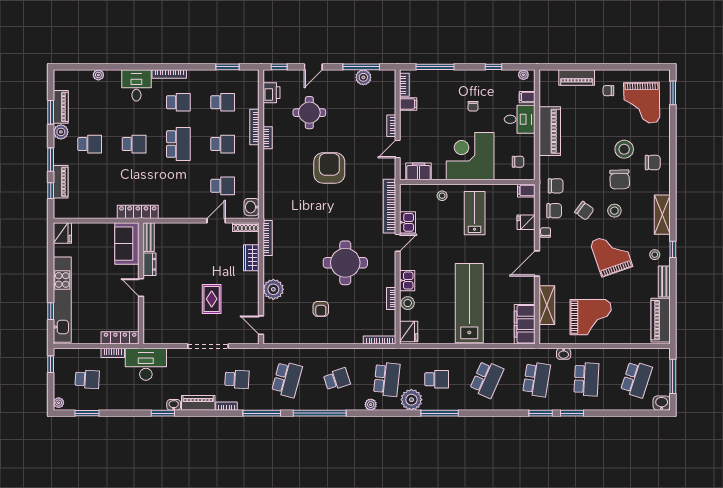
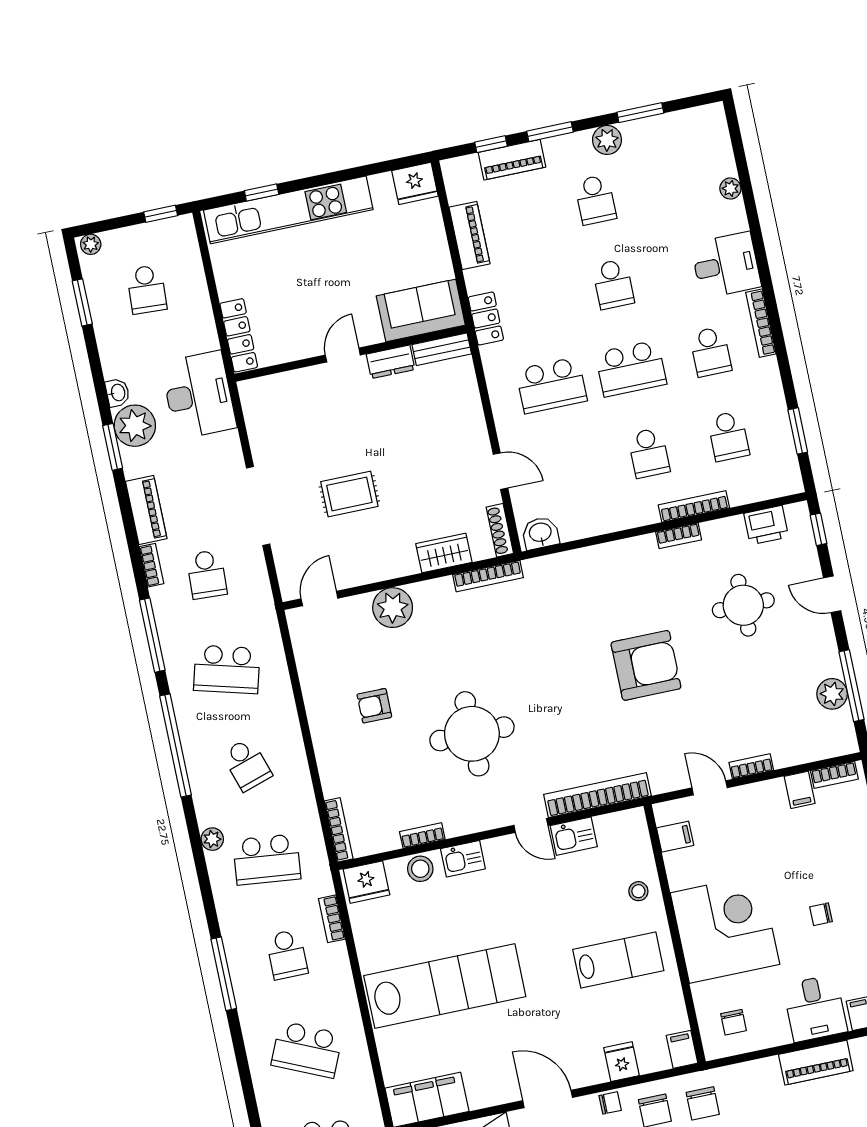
piano: (61, 107) -> (469, 235), moved, turned -90
piano: (550, 131) -> (816, 1063), width x0.73, depth x0.75
filing cabinet: (418, 171) -> (675, 837), width x0.50
school desk: (223, 186) -> (551, 385), moved, width x1.85
locker: (138, 212) -> (486, 318), width x0.66
bookcase: (113, 353) -> (332, 919), moved
plant: (411, 400) -> (135, 426), moved
washbasin: (174, 405) -> (118, 393), moved

